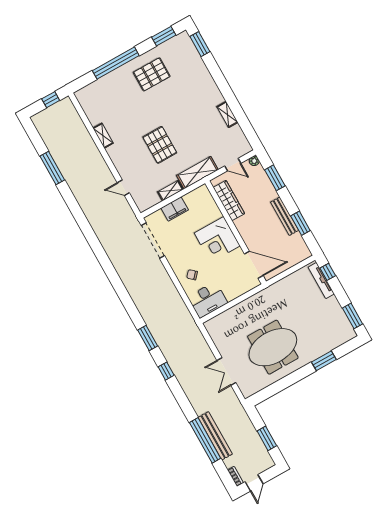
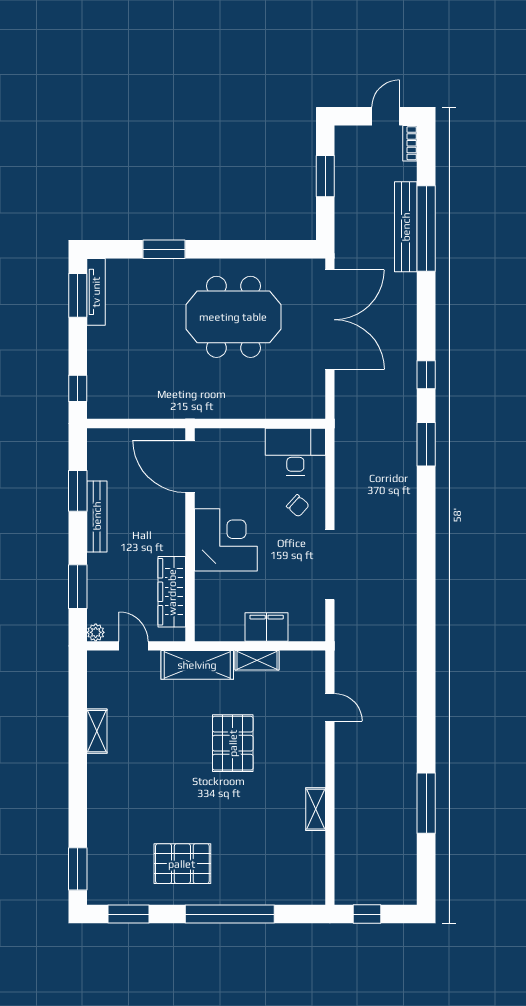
doorway: (153, 241) -> (330, 565), moved
tv unit: (321, 281) -> (96, 292), moved
double door: (226, 372) -> (330, 320), width x1.87

